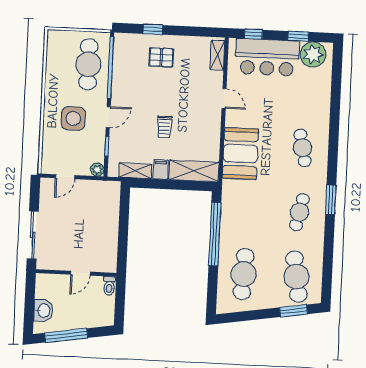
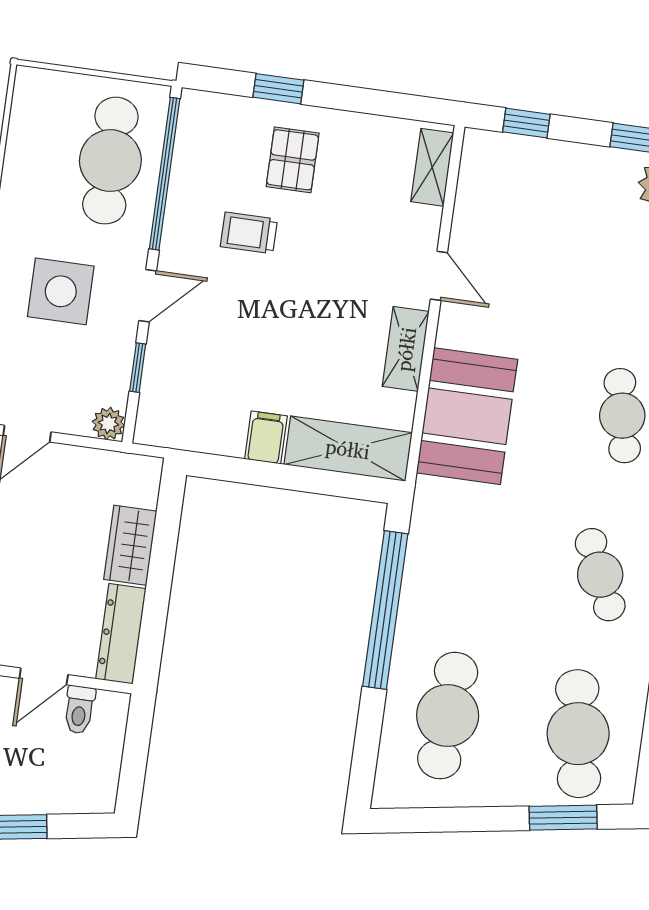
pallet: (161, 57) -> (293, 160), turned 90
bar counter: (267, 57) -> (555, 183), removed
trolley: (165, 127) -> (249, 233), moved, turned 90
shelving: (135, 171) -> (406, 349), moved, turned 90
cafe table: (299, 212) -> (600, 575), turned -36
wardrobe: (110, 218) -> (130, 545), added
dresser: (110, 253) -> (121, 634), added
toilet: (109, 286) -> (79, 710), moved

